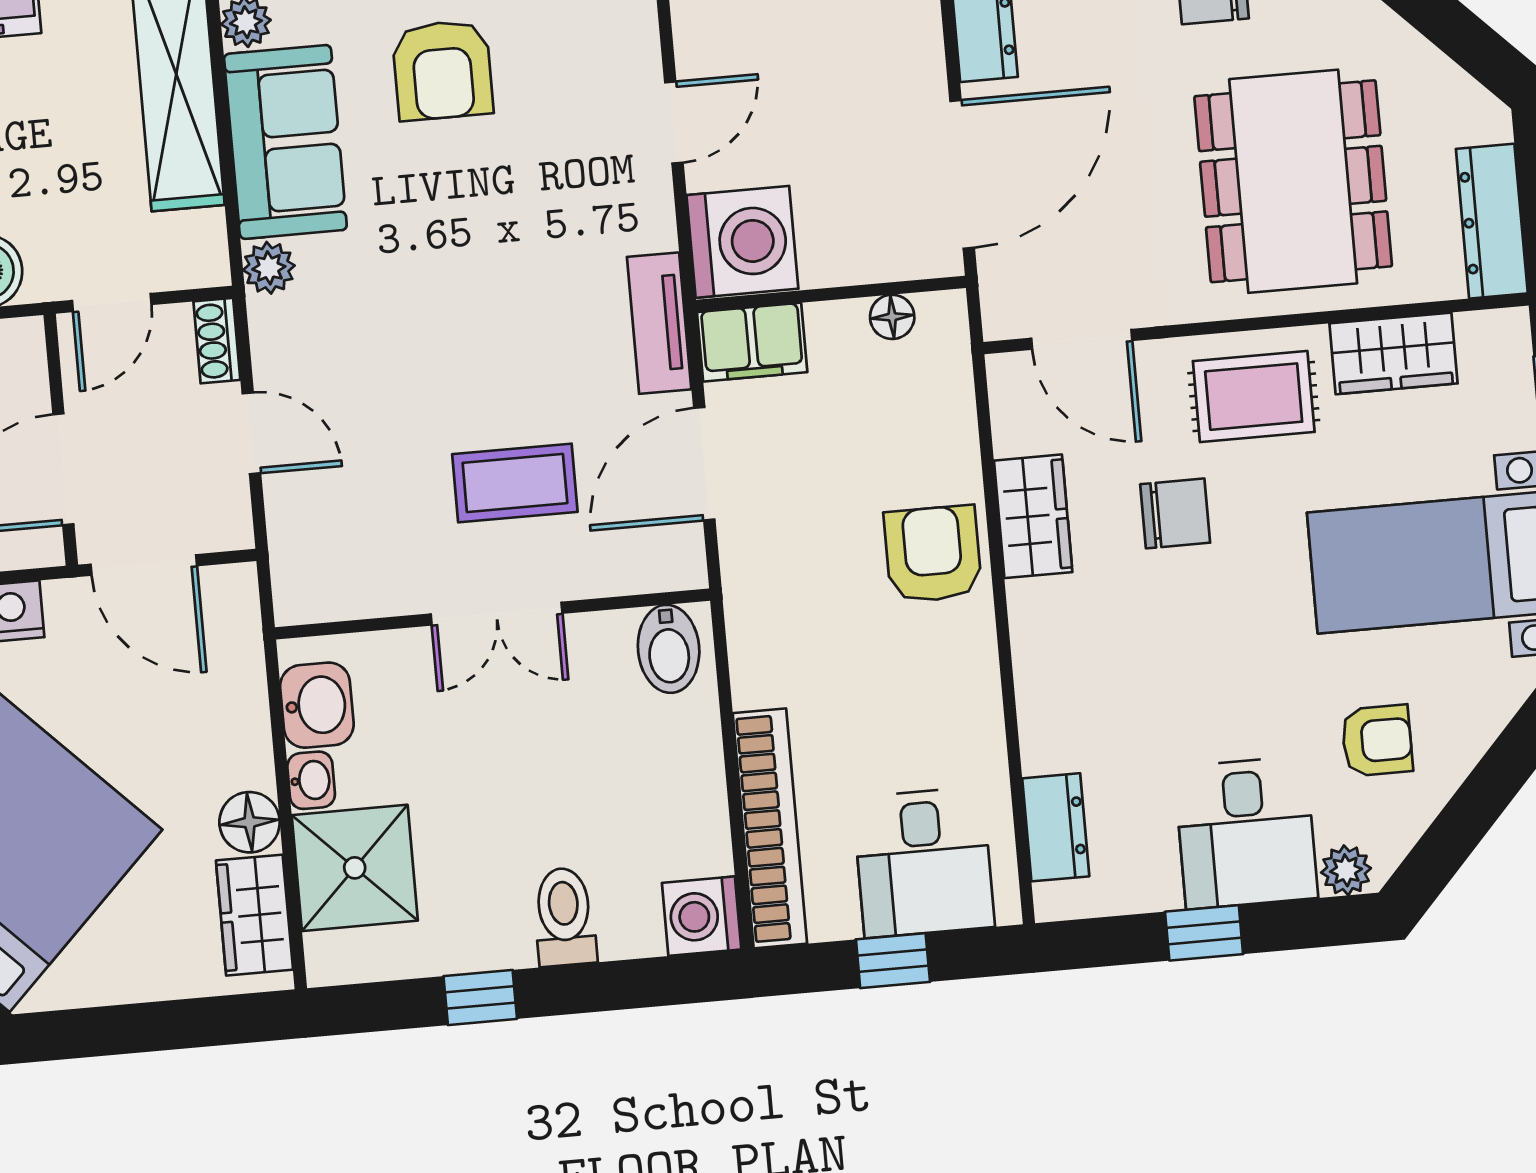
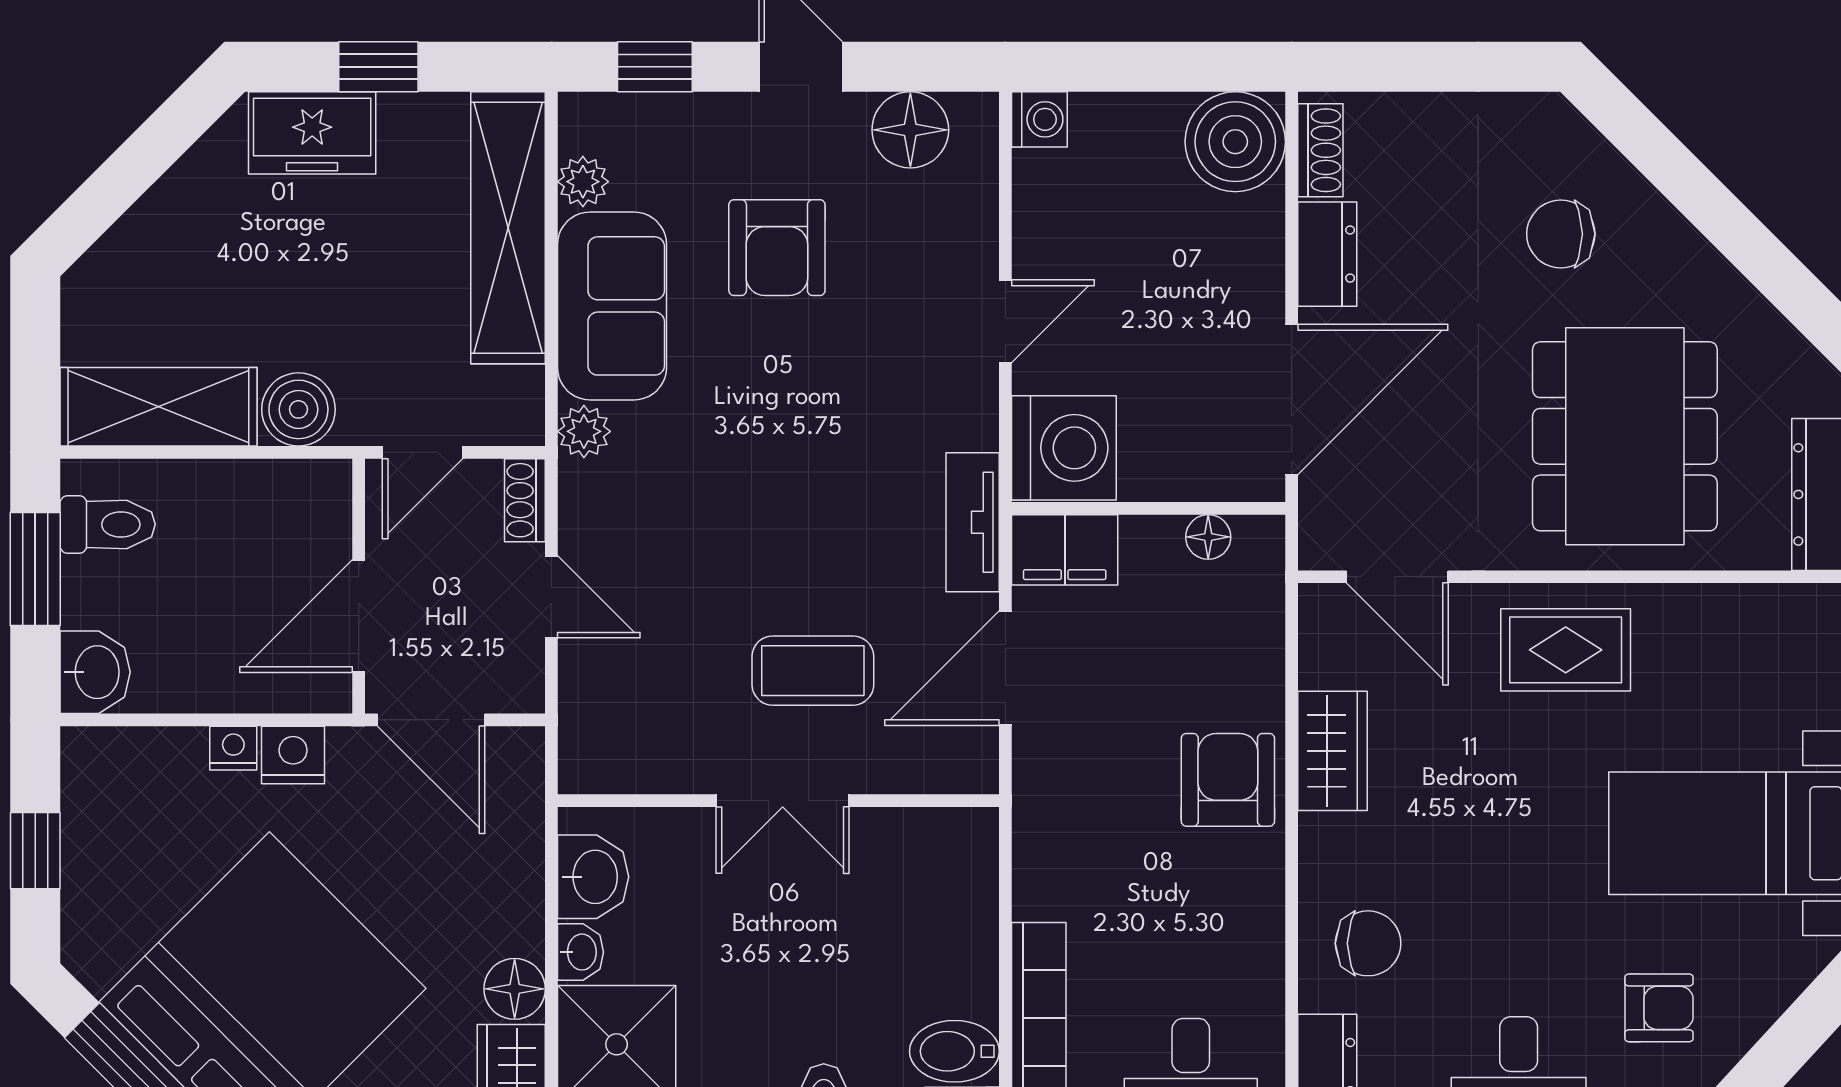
wardrobe: (1394, 353) -> (1711, 619), removed
chair: (1175, 513) -> (1368, 943), moved
bidet: (669, 649) -> (954, 1051), moved, turned 90

